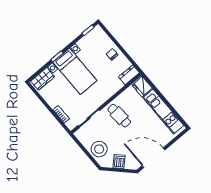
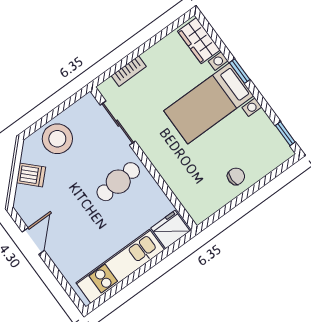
dresser: (129, 75) -> (194, 206), removed
door: (153, 158) -> (33, 241), width x0.53

